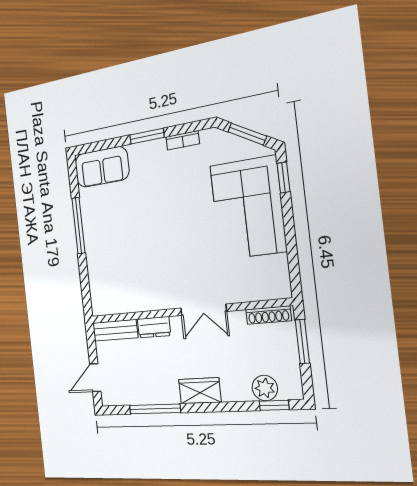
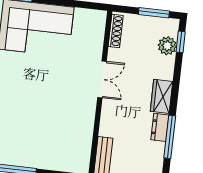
dresser: (154, 327) -> (160, 127), moved, turned 180
window: (302, 341) -> (154, 13), moved

